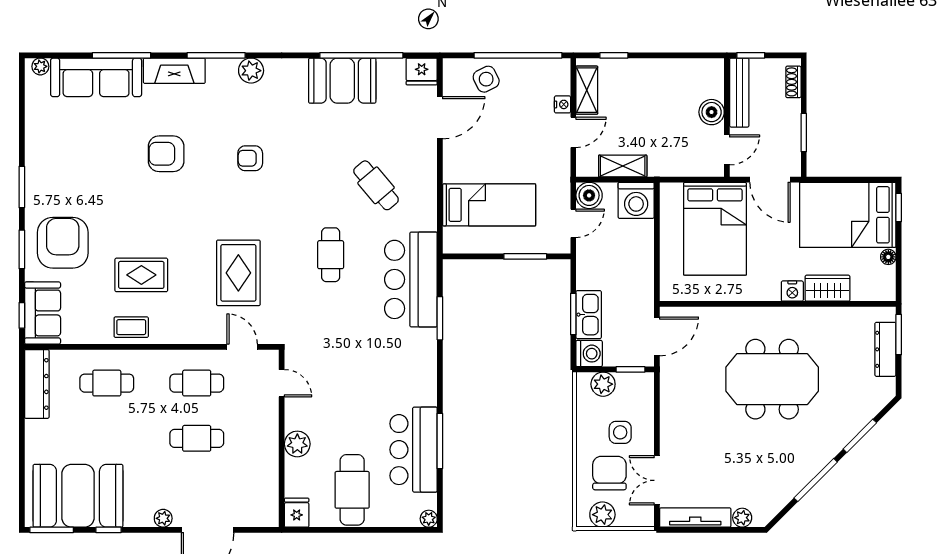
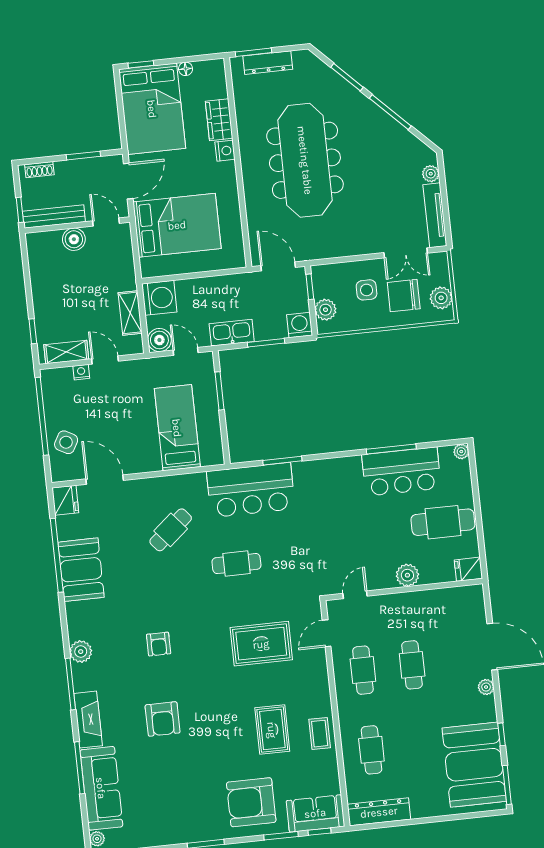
side table: (486, 79) -> (66, 442), turned -35
window: (22, 249) -> (281, 836), moved
kitchen sink: (589, 315) -> (232, 333), moved
meeting table: (772, 379) -> (305, 160), width x1.36

